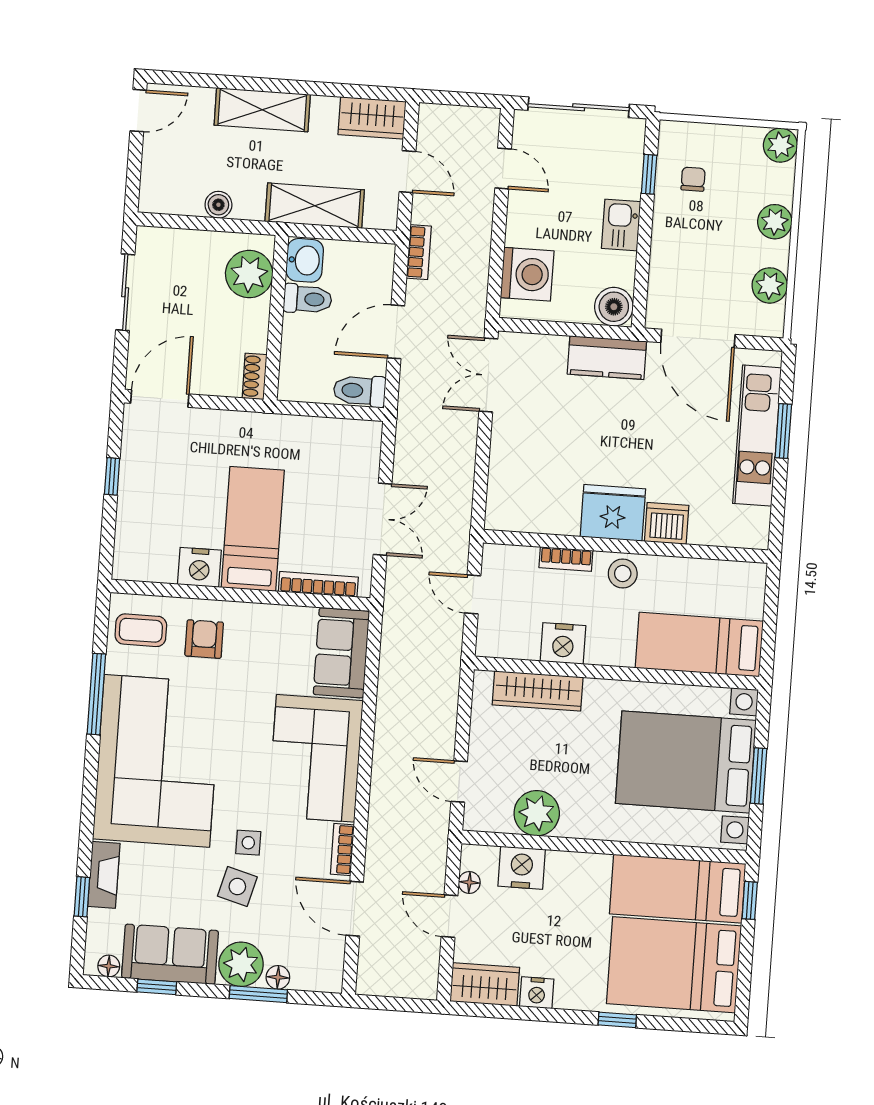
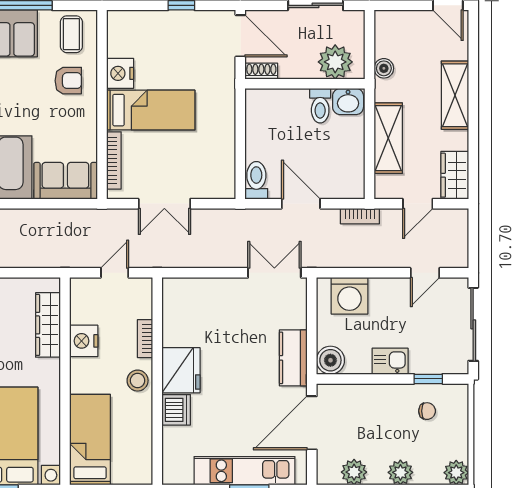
washbasin: (305, 260) -> (348, 101), moved
plant: (249, 274) -> (335, 62), moved
toilet: (308, 299) -> (320, 106), moved
wall: (276, 318) -> (305, 84), moved
shoe rack: (255, 376) -> (261, 71), moved

